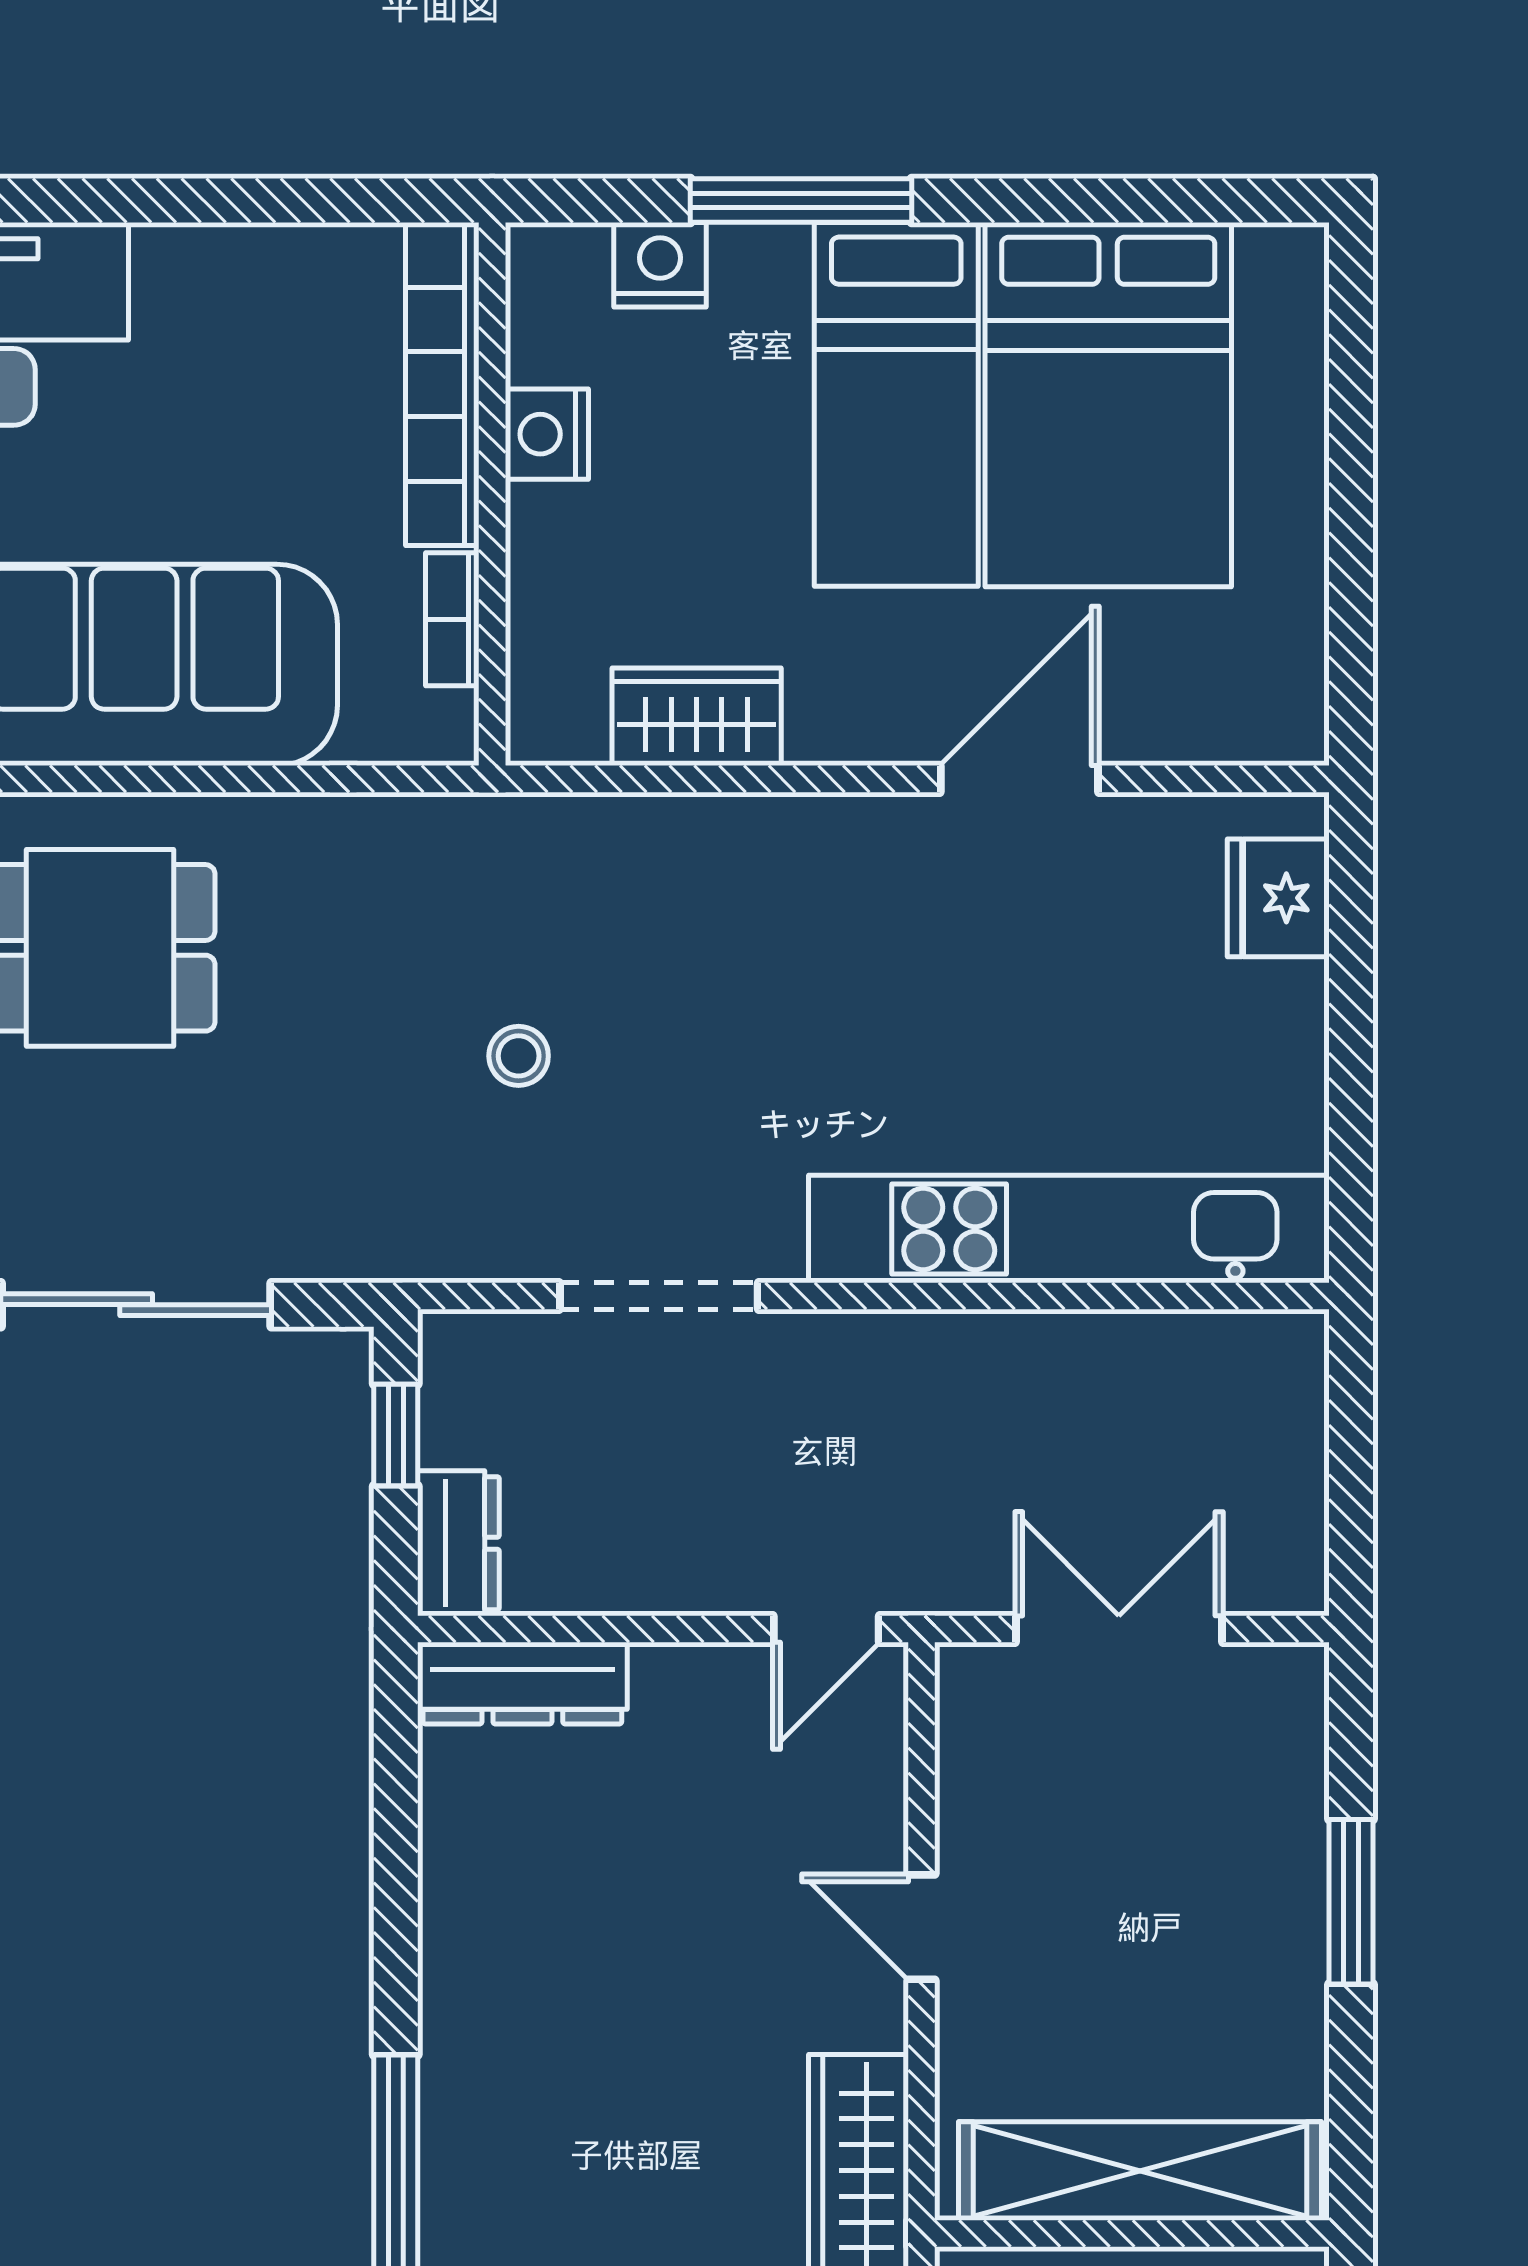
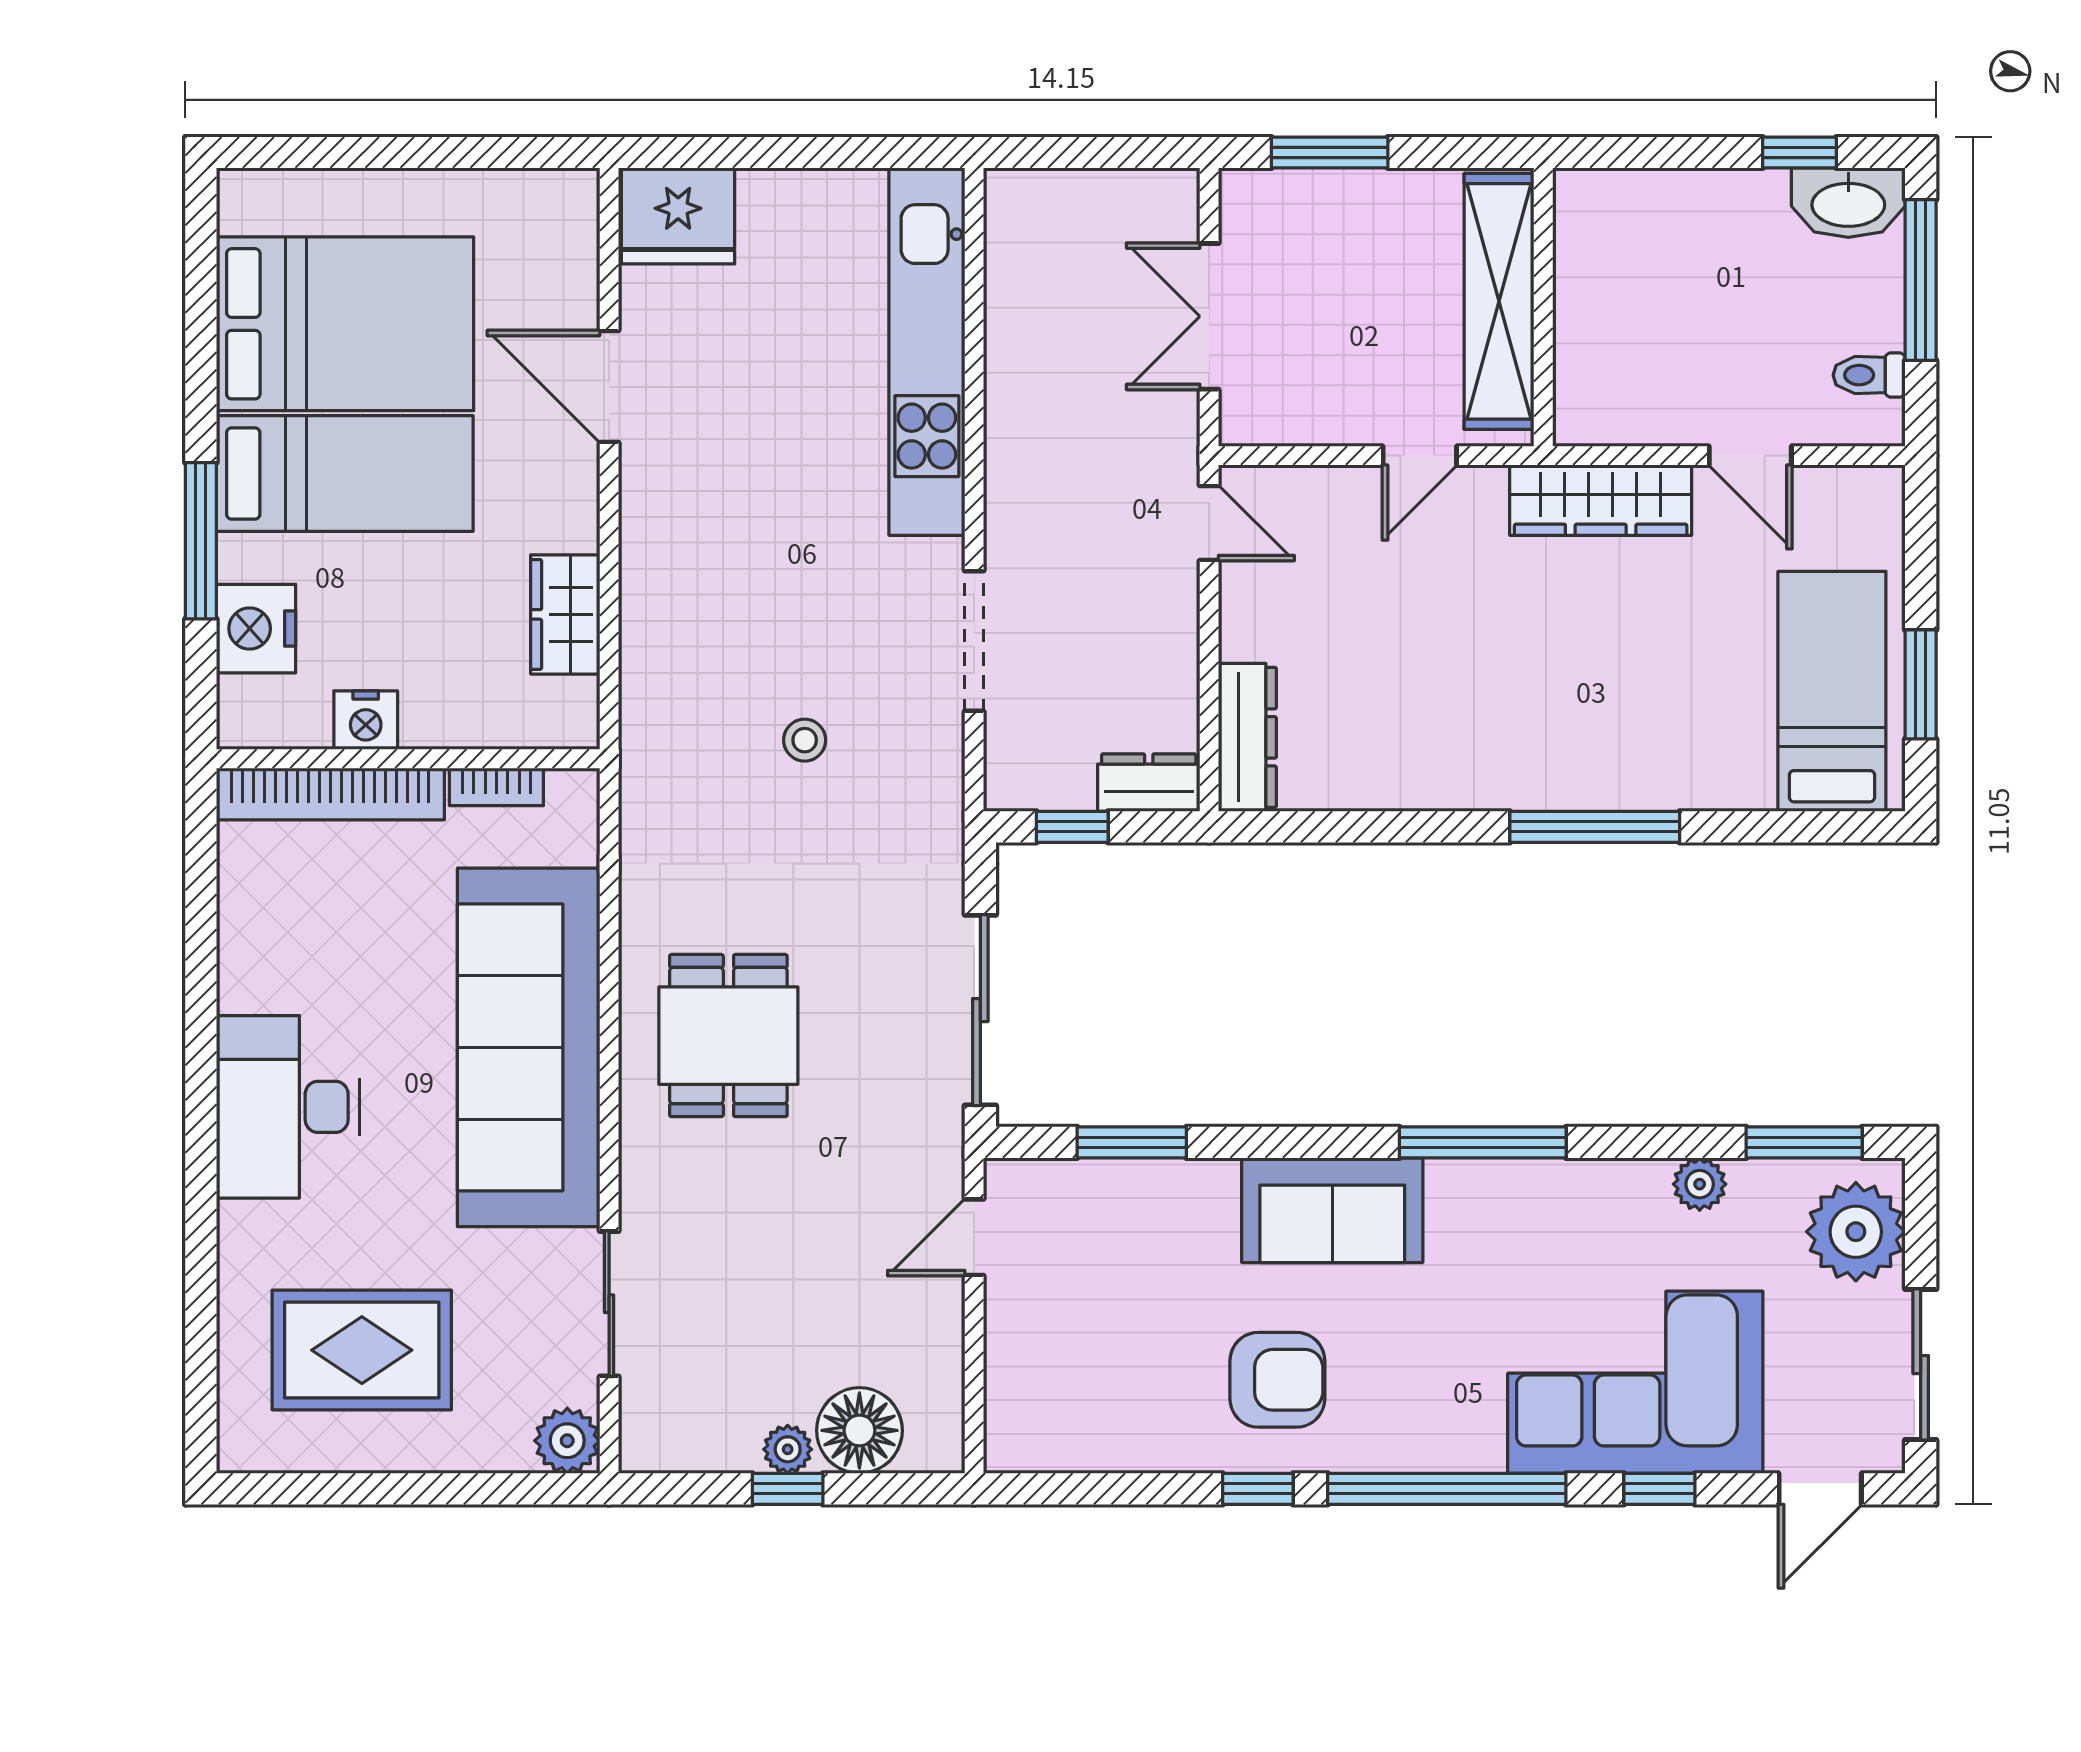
nightstand: (660, 265) -> (256, 629), width x1.36, depth x1.33
fridge: (1278, 898) -> (678, 216), width x1.36, depth x1.34
window: (1351, 1902) -> (1330, 153), moved
shelving: (1140, 2171) -> (1499, 301), moved
wall: (1132, 2234) -> (1543, 307), moved

